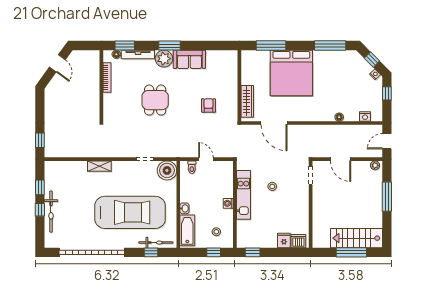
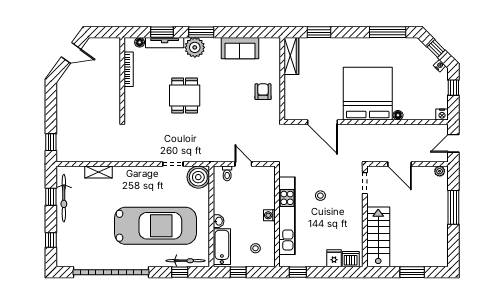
window: (125, 46) -> (162, 32), moved
window: (271, 46) -> (319, 32), width x0.69
sofa: (189, 59) -> (240, 48), moved
door: (57, 63) -> (71, 53), hinge flipped
bed: (291, 73) -> (368, 94), moved, turned 180
wardrobe: (247, 101) -> (291, 56), moved
armchair: (208, 105) -> (263, 92), moved
nightstand: (365, 116) -> (442, 114), moved
shelving: (99, 166) -> (99, 172), moved
kitchen unit: (243, 195) -> (287, 216), width x1.36
window: (40, 210) -> (51, 240), moved
bicycle: (51, 212) -> (64, 198), moved
stairs: (356, 238) -> (378, 237), moved, turned 90
window: (214, 252) -> (238, 272), moved
window: (351, 252) -> (412, 272), width x0.69

